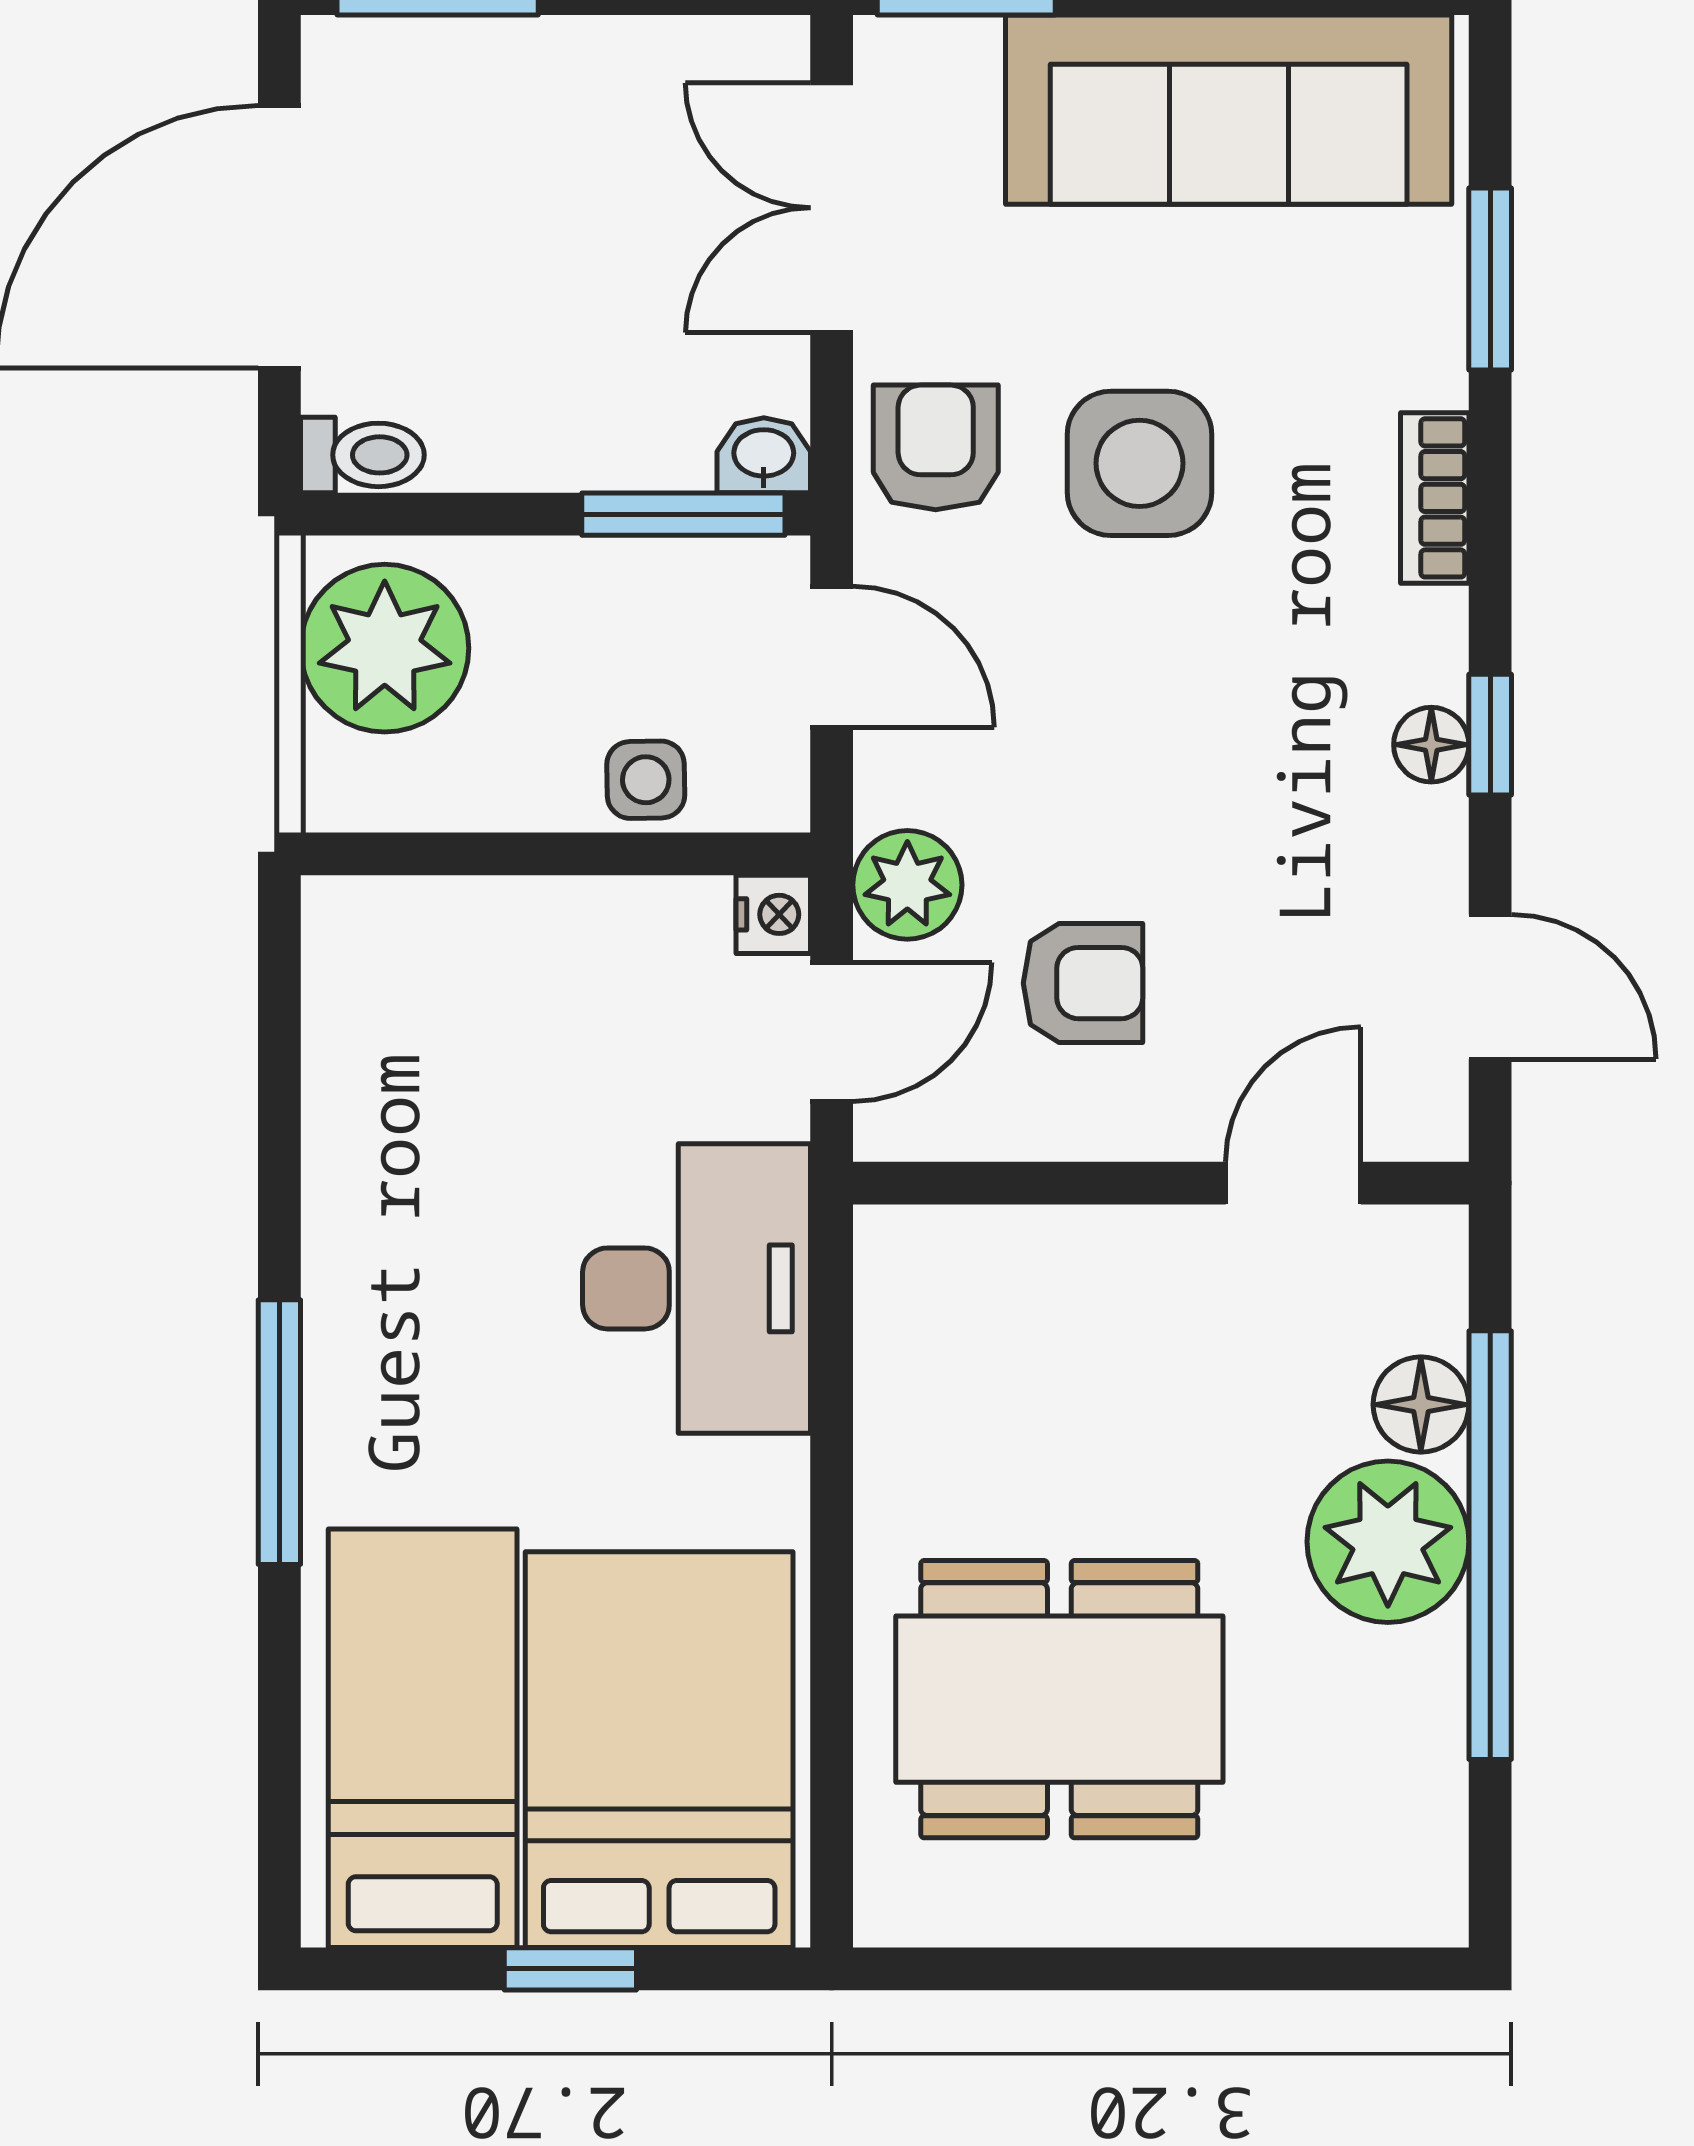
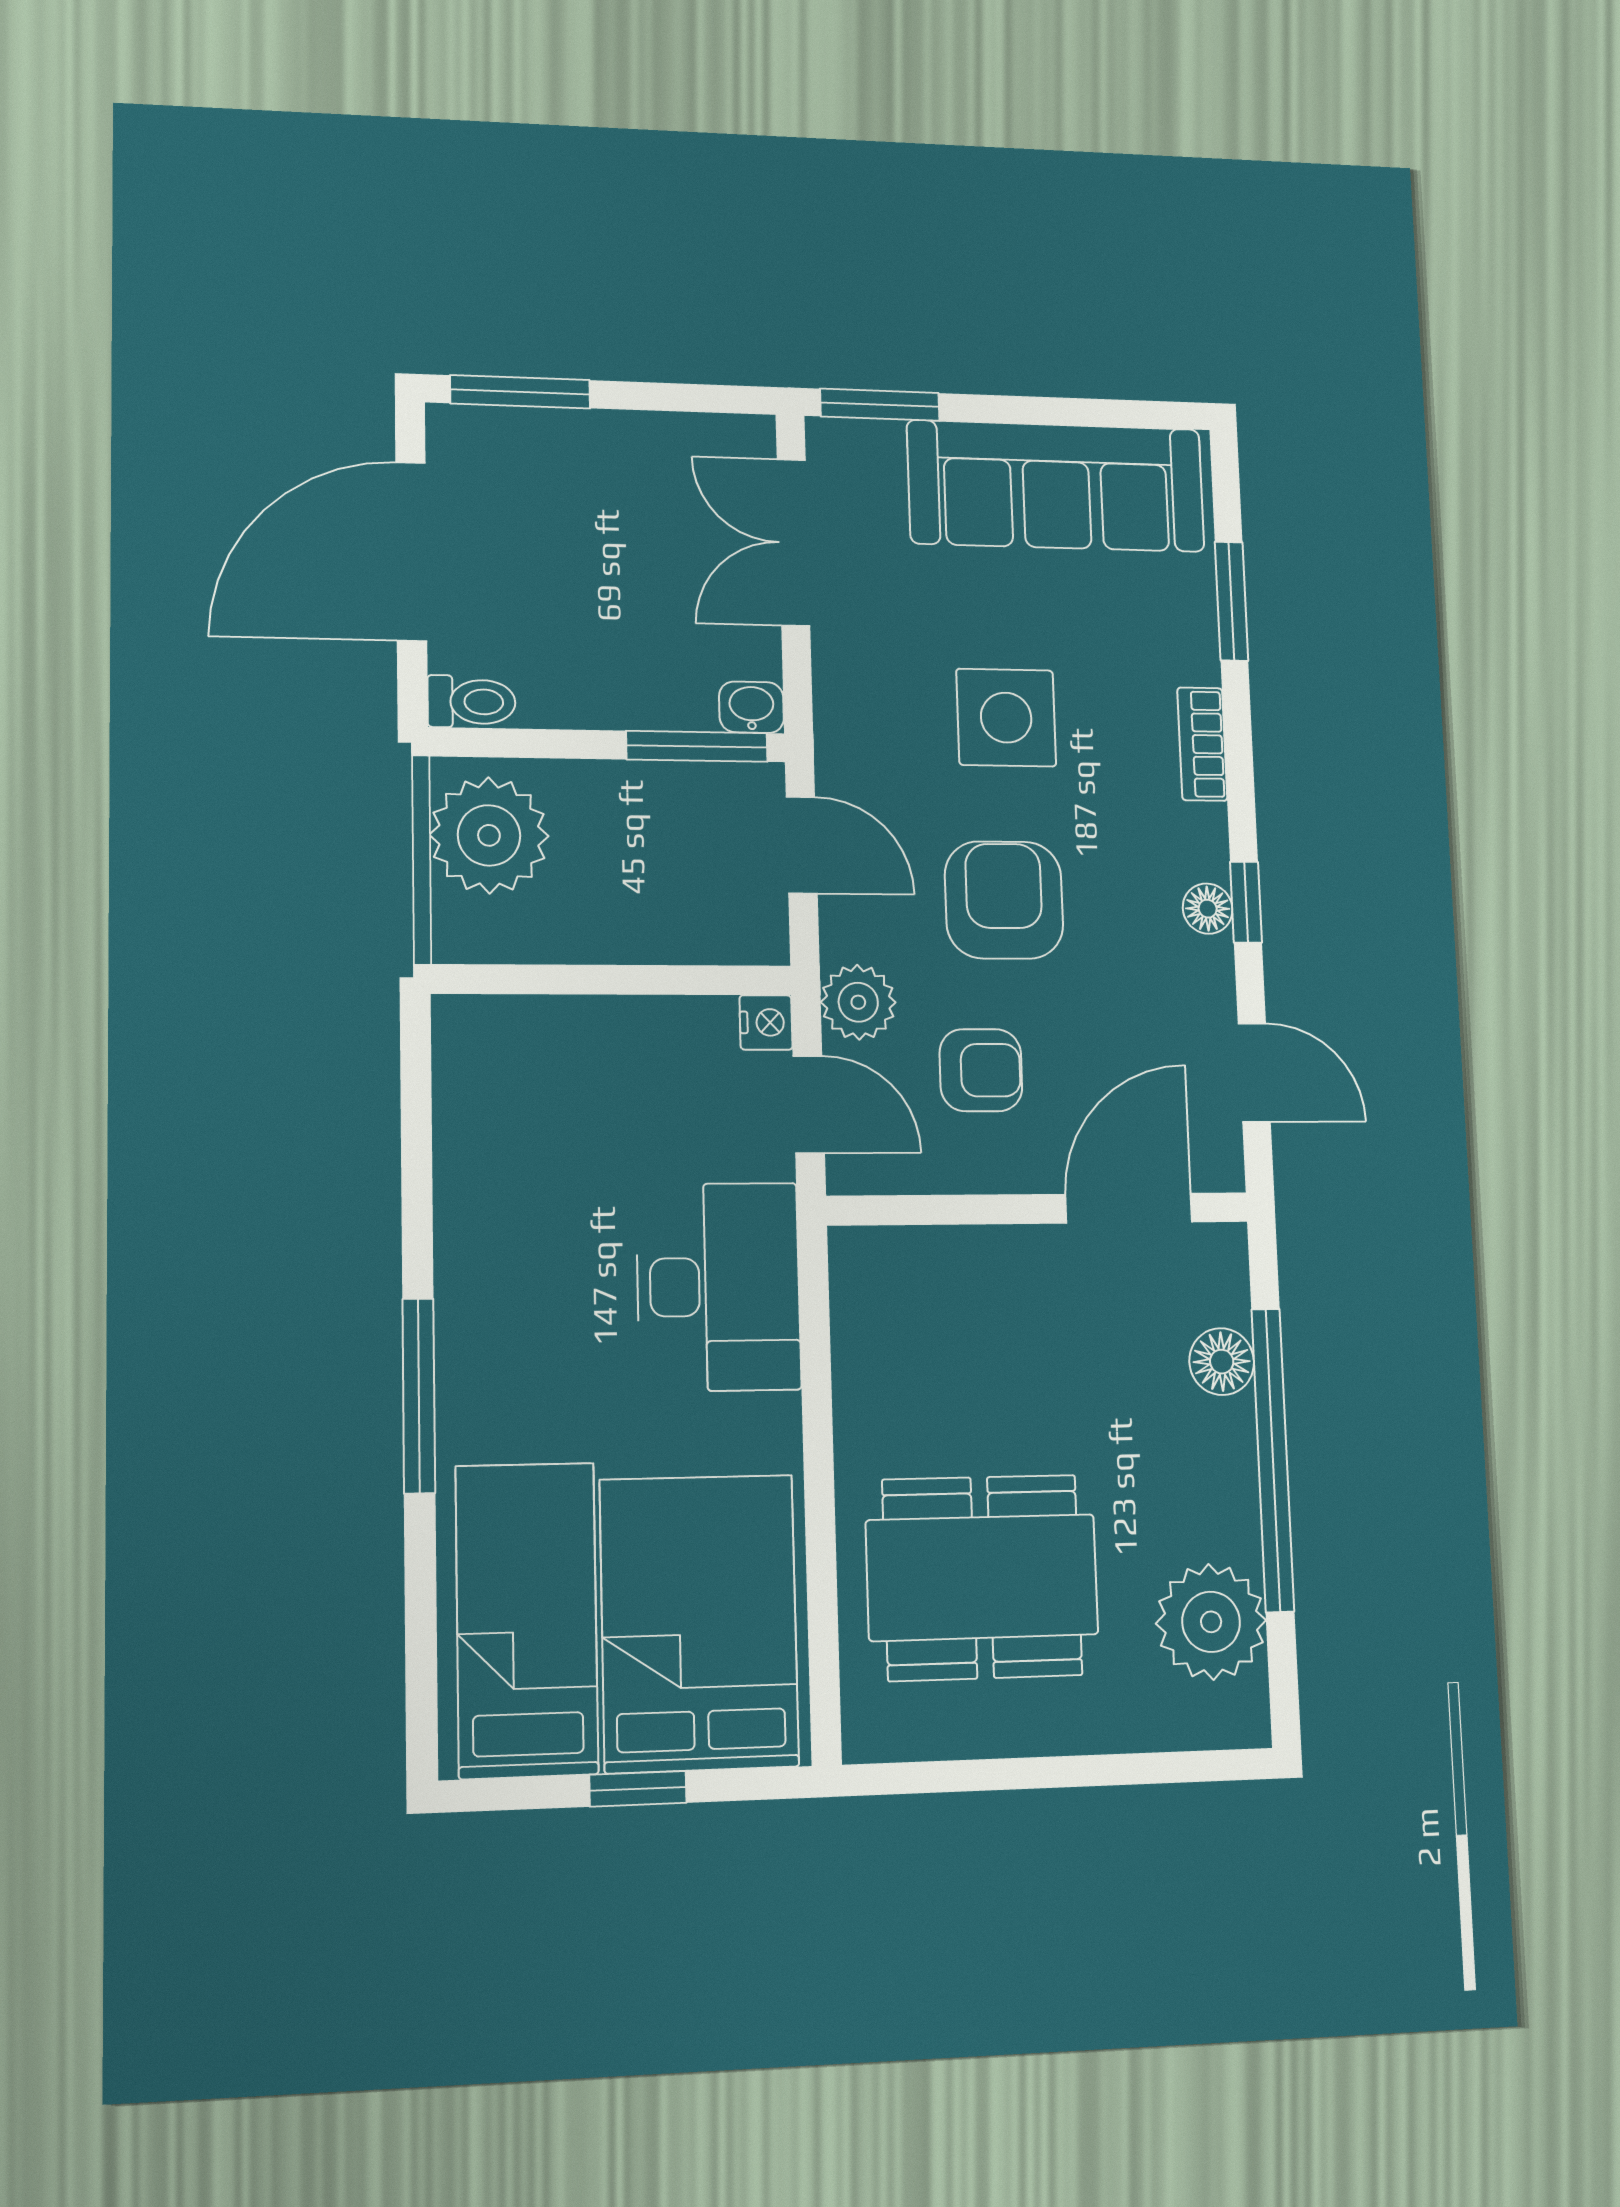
armchair: (936, 447) -> (1004, 900), moved, width x1.38, depth x1.38
side table: (646, 780) -> (675, 928), removed
door: (832, 1032) -> (809, 1104), hinge flipped
door: (1293, 1183) -> (1129, 1208), width x1.38
plant: (1388, 1542) -> (1211, 1622), moved

